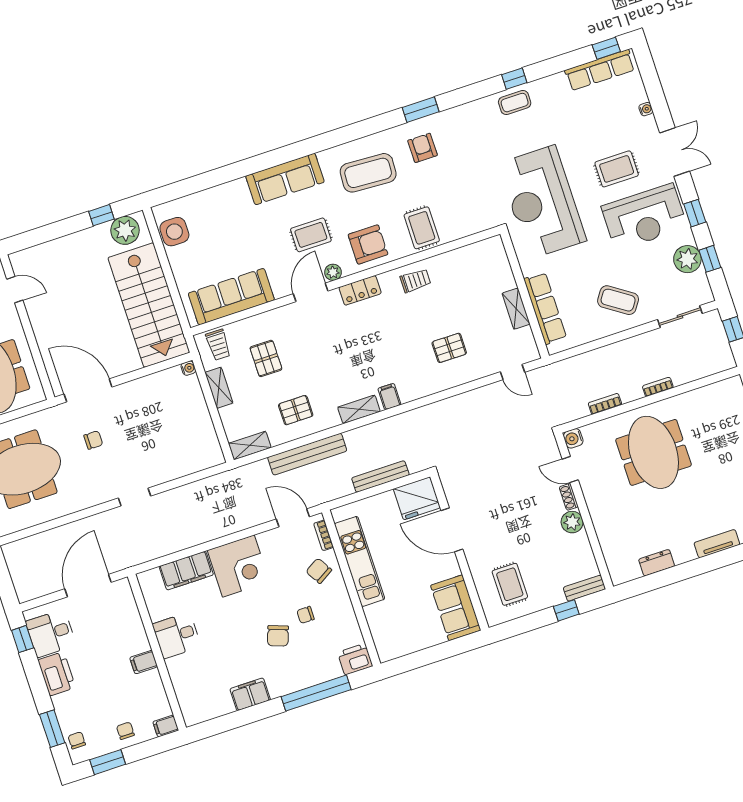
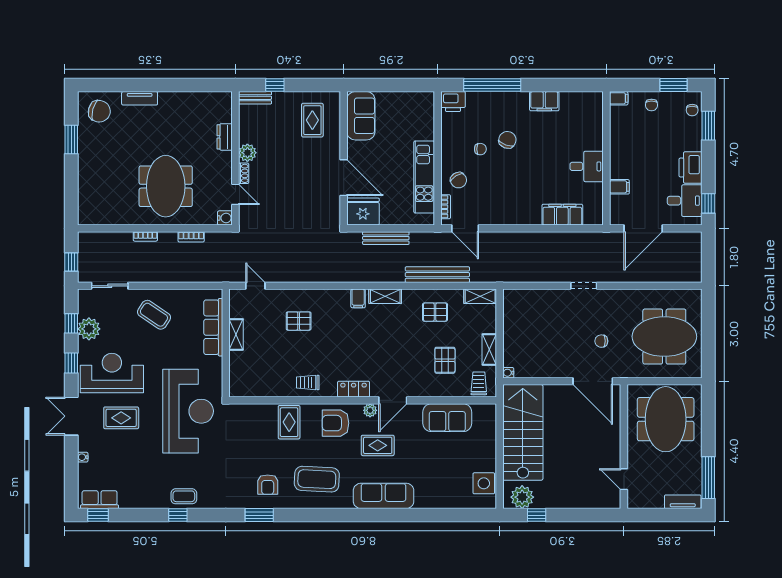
row of seats: (600, 70) -> (100, 500), width x0.68
sofa: (231, 297) -> (447, 418), width x0.73
dresser: (657, 563) -> (225, 137), moved, turned 90
corner desk: (238, 566) -> (520, 205), removed
filing cabinet: (144, 662) -> (619, 187), moved

